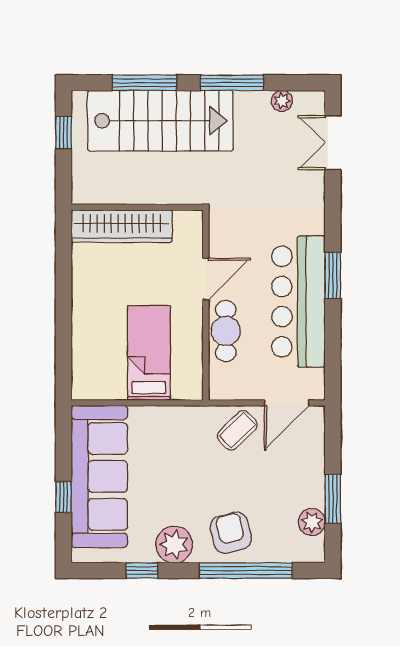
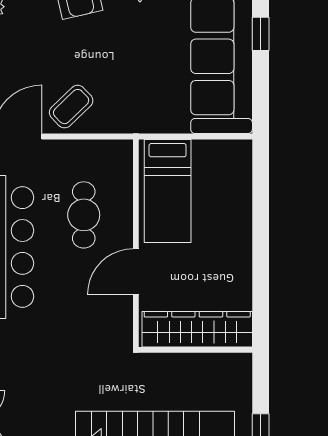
door: (206, 279) -> (136, 272), moved
wall: (206, 305) -> (136, 243), moved

